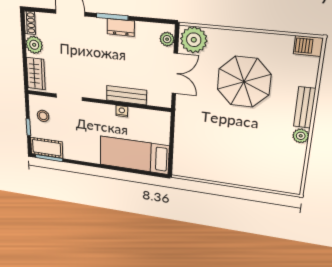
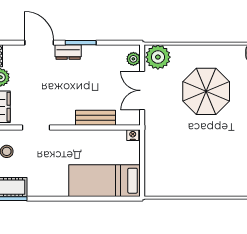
dresser: (121, 27) -> (68, 52), moved
double door: (175, 73) -> (142, 90), swing flipped
nightstand: (122, 111) -> (133, 135), moved

